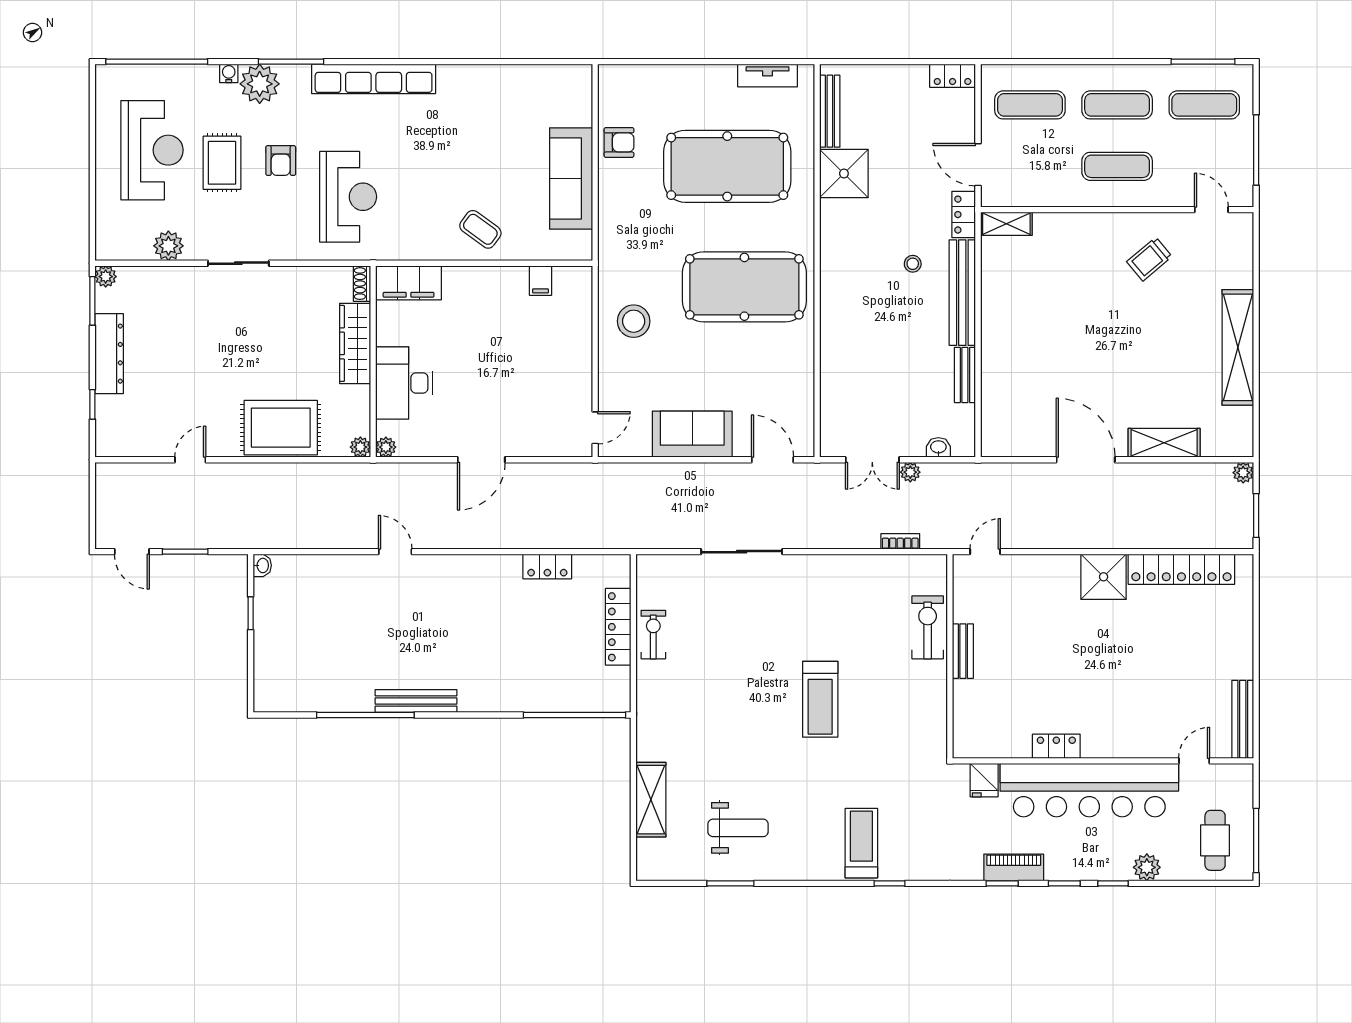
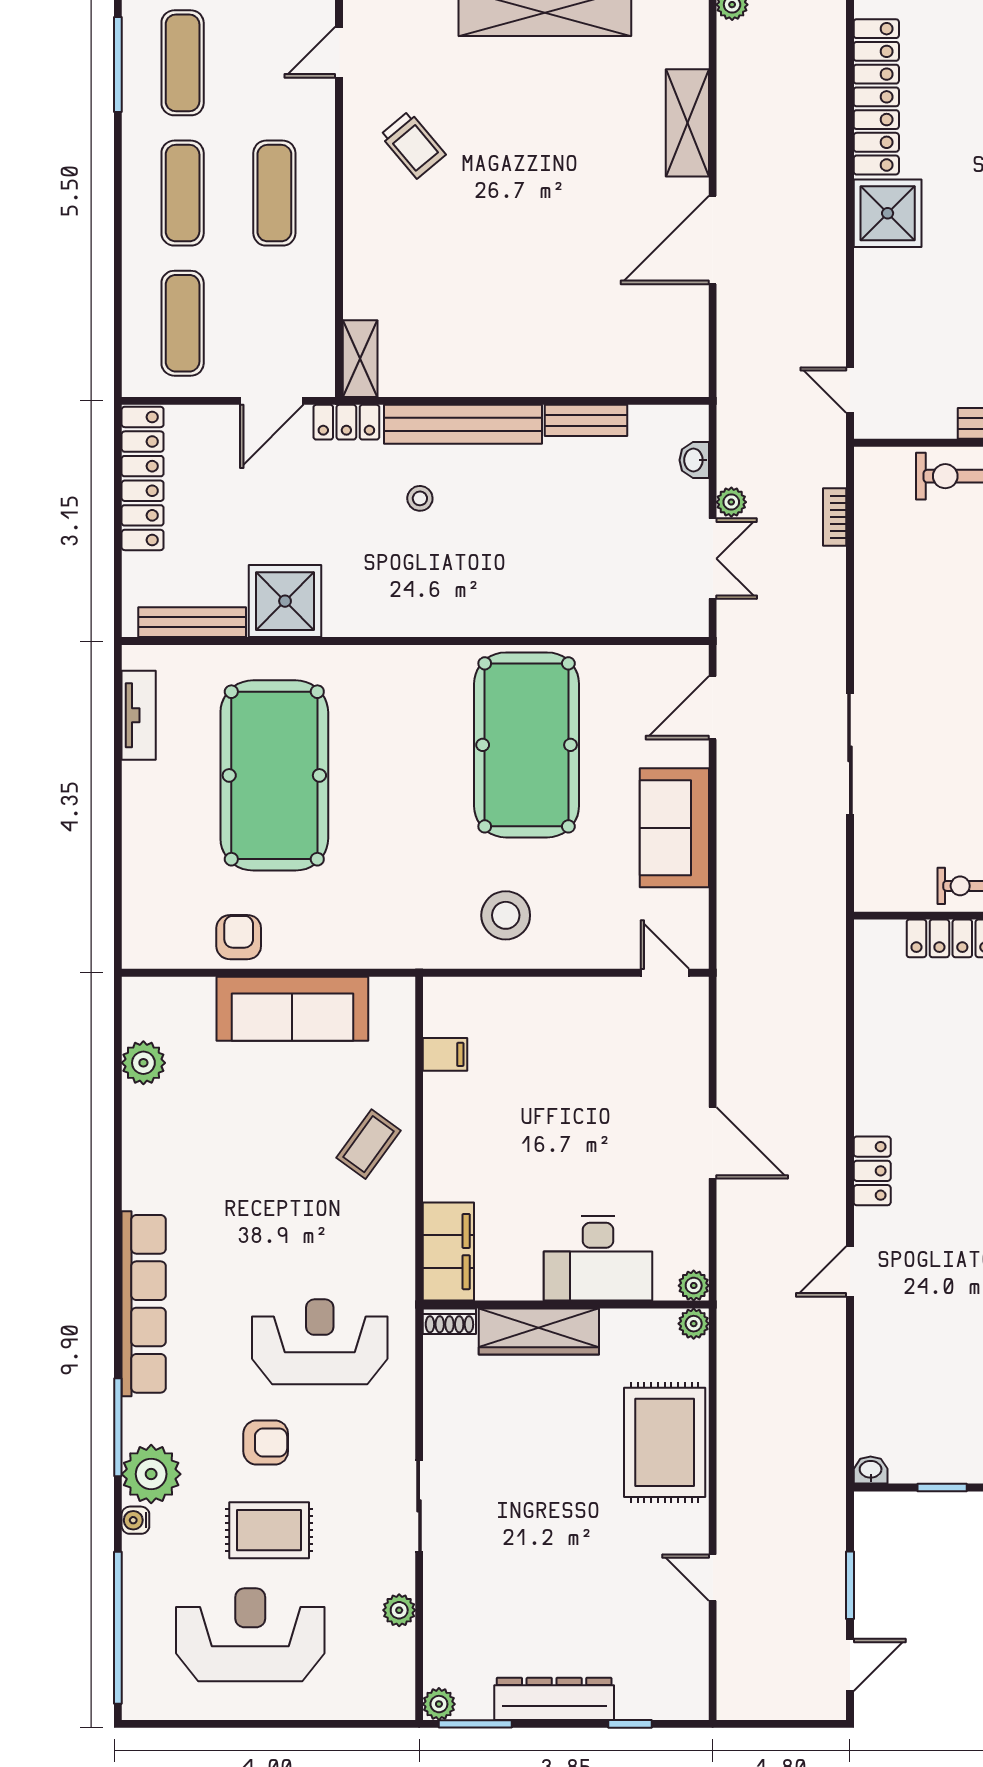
locker: (953, 76) -> (143, 478), width x2.16, depth x1.21
plant: (535, 79) -> (143, 1063), added
plant: (168, 246) -> (399, 1610), width x0.73, depth x0.73
pool table: (744, 287) -> (527, 745), moved
locker: (547, 566) -> (872, 1171), moved

